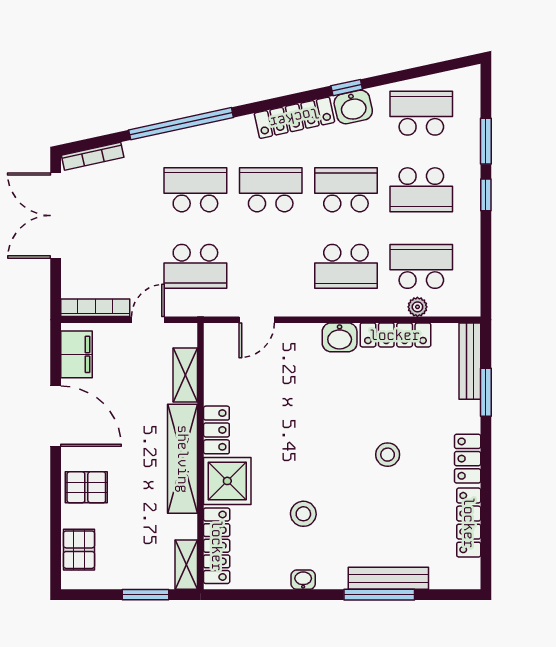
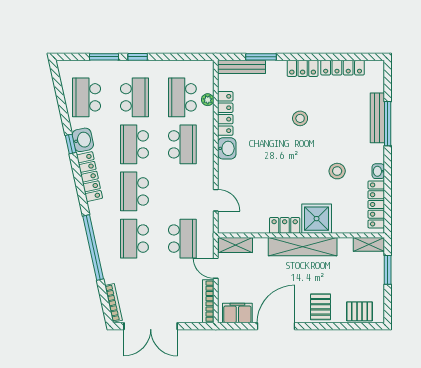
shelving: (185, 375) -> (236, 245), moved
locker: (217, 546) -> (376, 204), moved, turned -90

